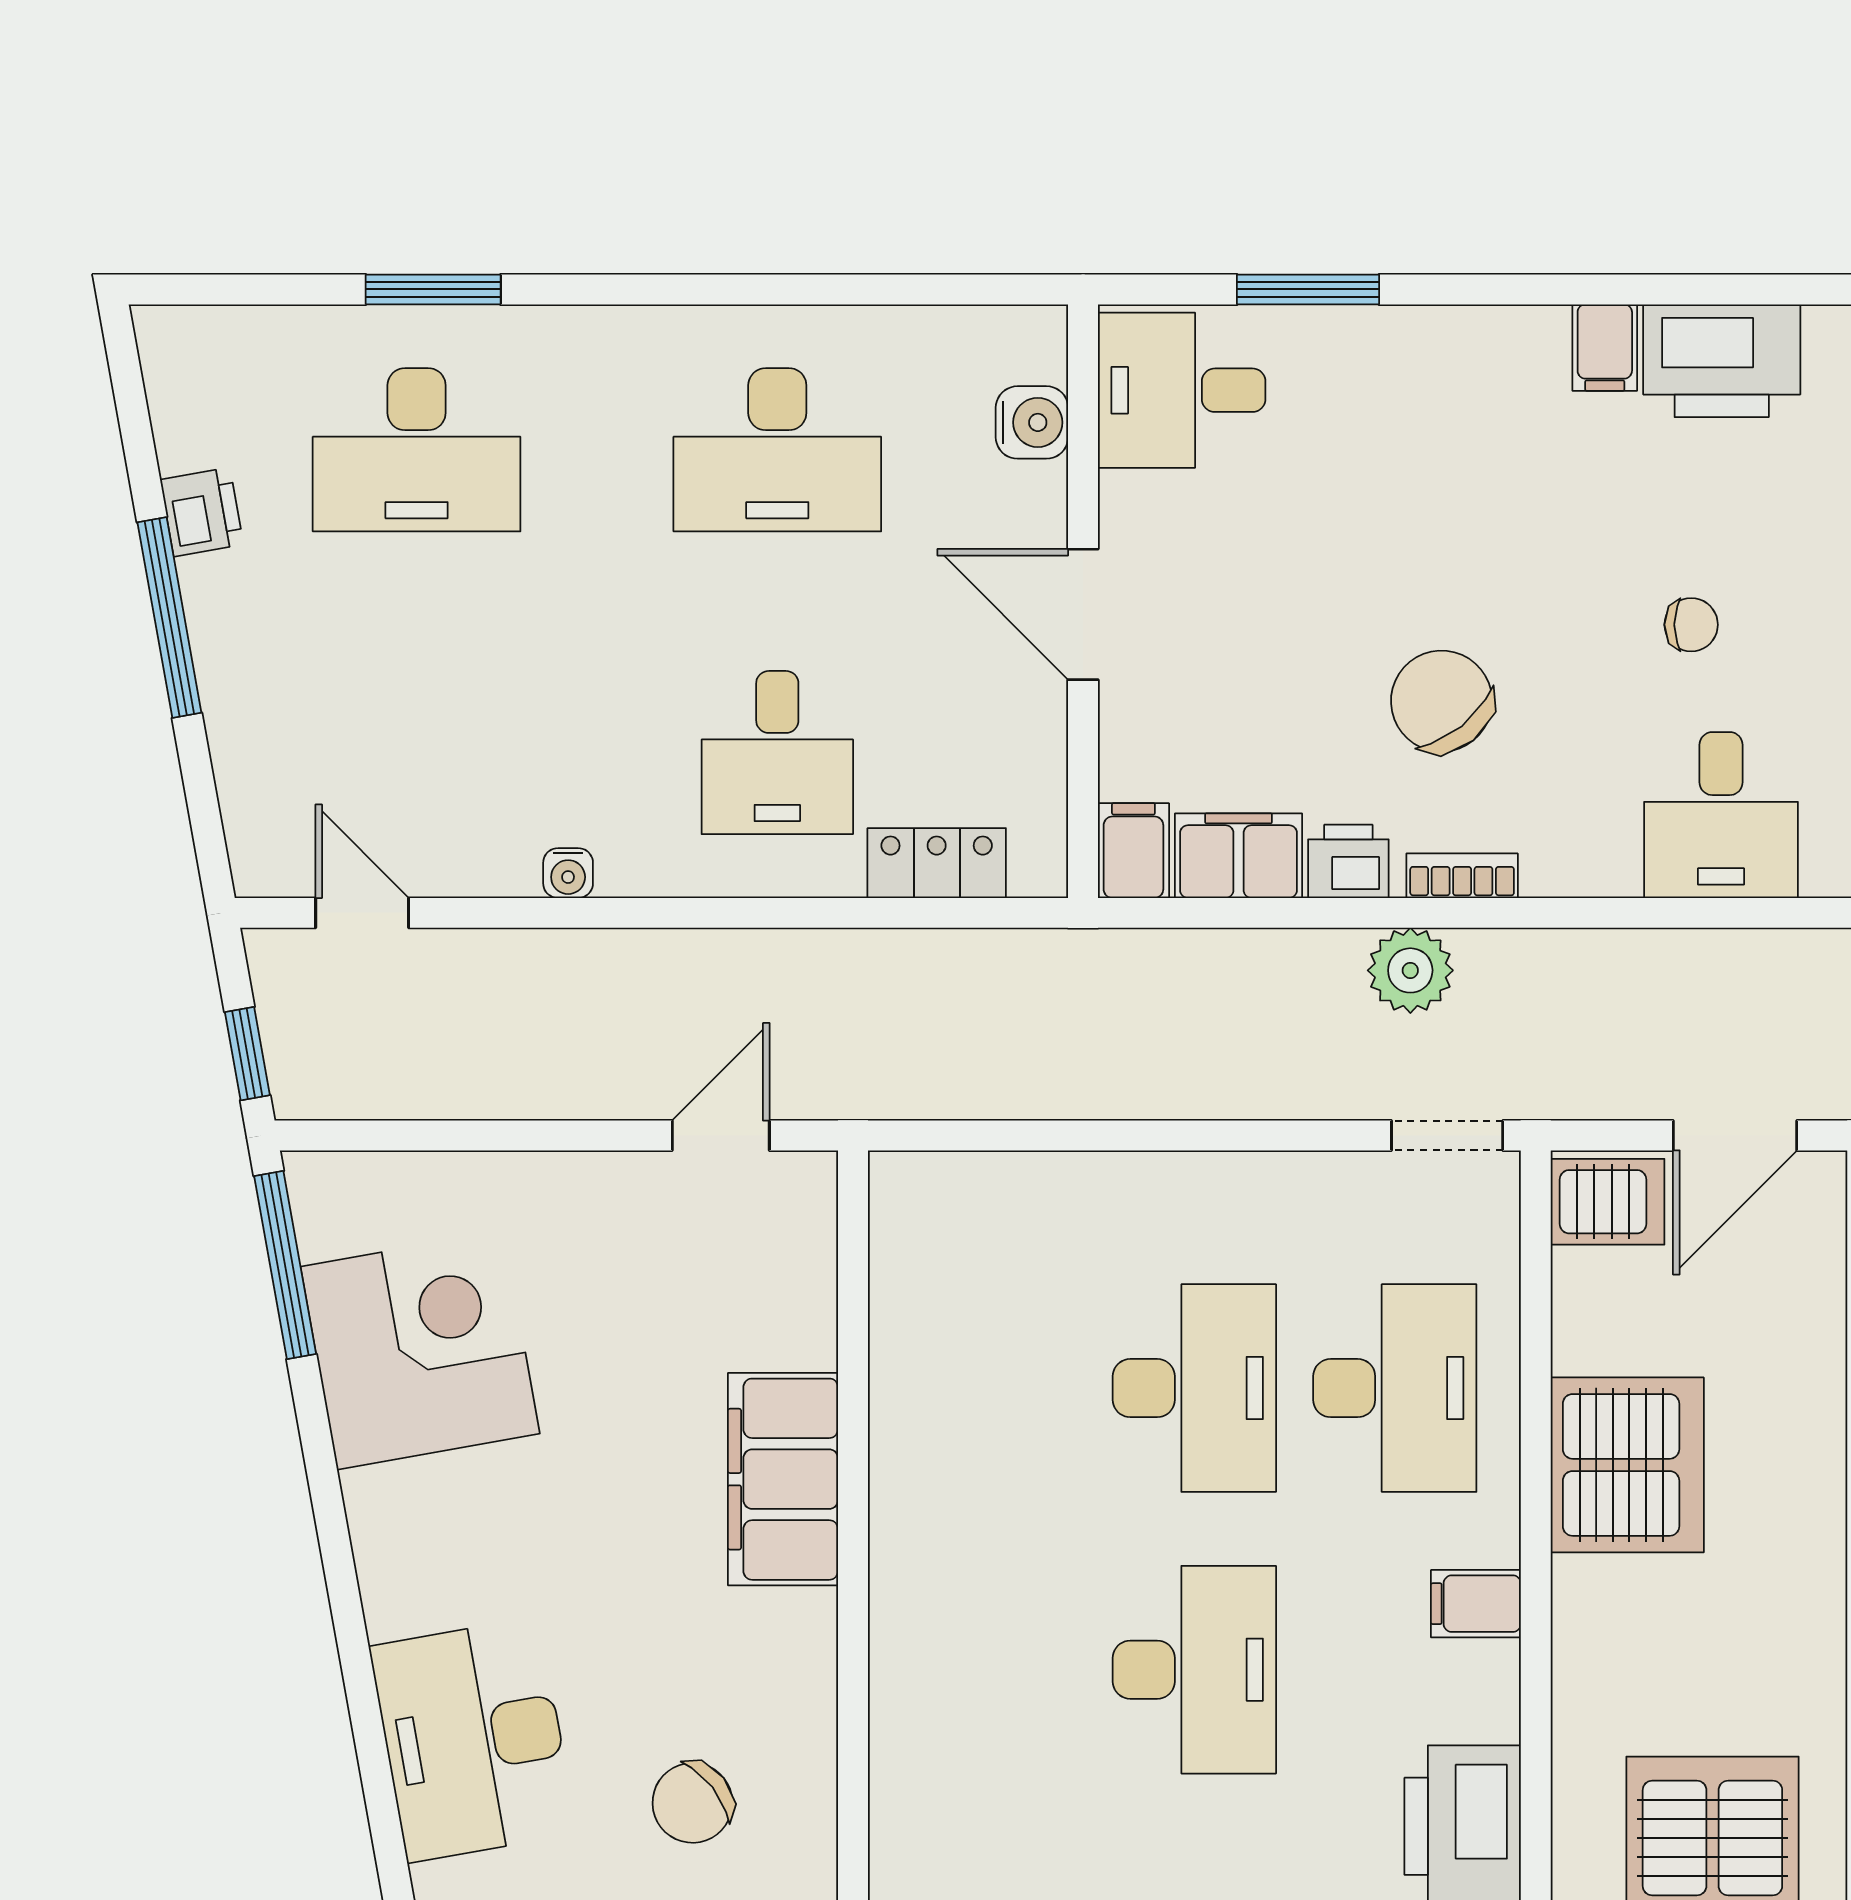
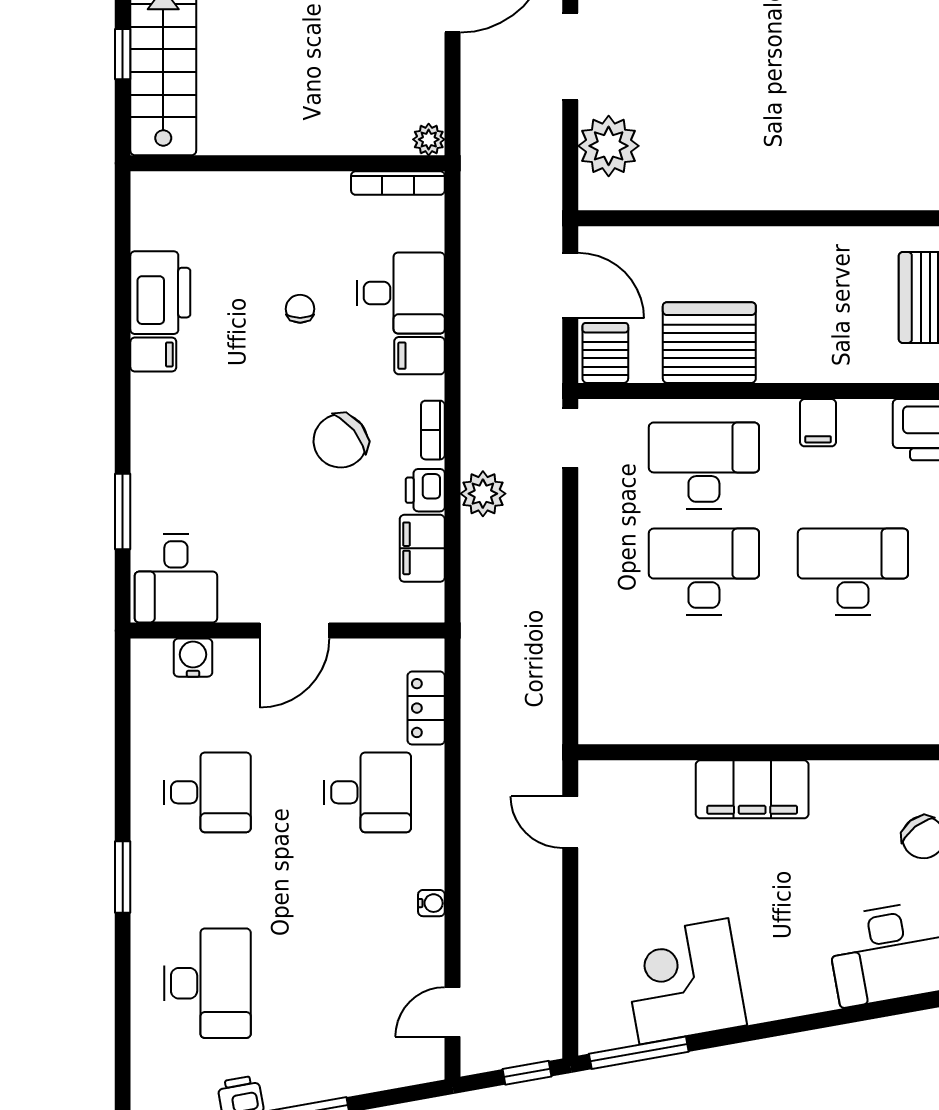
window: (433, 289) -> (123, 877), moved
desk: (777, 450) -> (207, 792), width x0.73
filing cabinet: (1133, 851) -> (420, 356), moved
plant: (1410, 970) -> (483, 494), moved
server rack: (1627, 1465) -> (709, 343), moved

